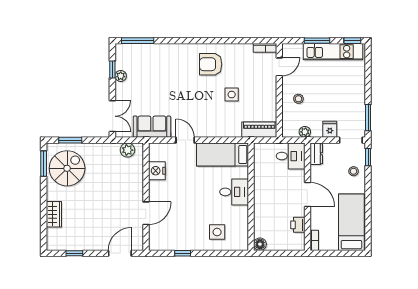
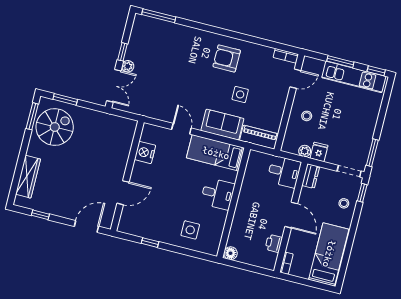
window: (112, 69) -> (122, 52), moved
plant: (121, 76) -> (128, 66), moved
sofa: (152, 127) -> (222, 125), moved
fridge: (330, 129) -> (319, 152), moved
plant: (127, 150) -> (121, 124), removed
wardrobe: (54, 214) -> (28, 177), width x1.50

